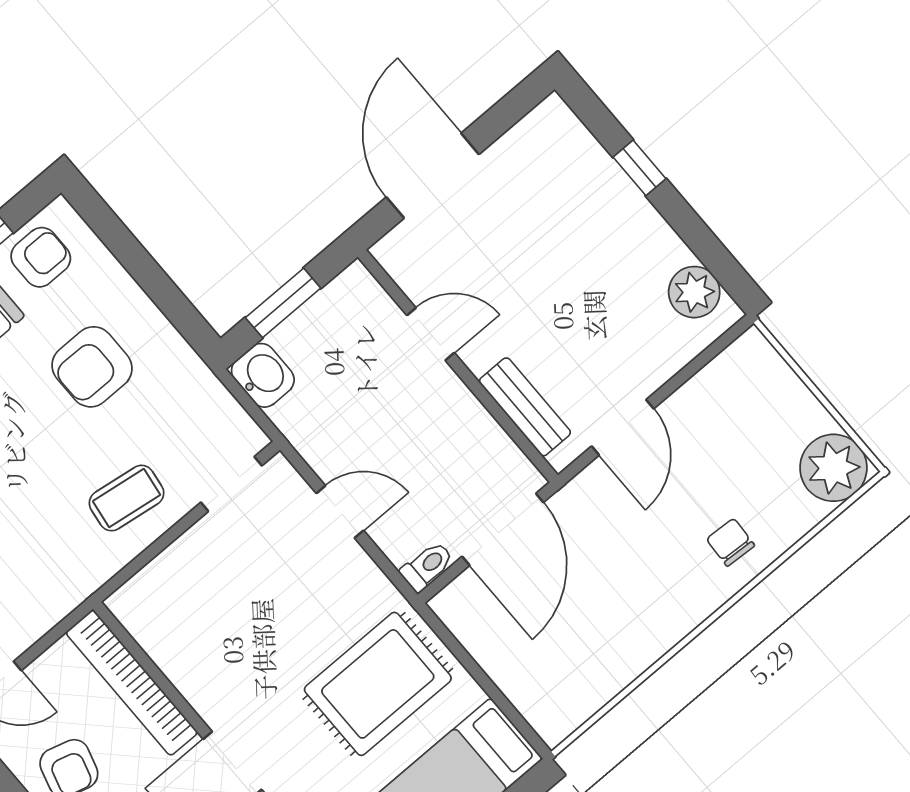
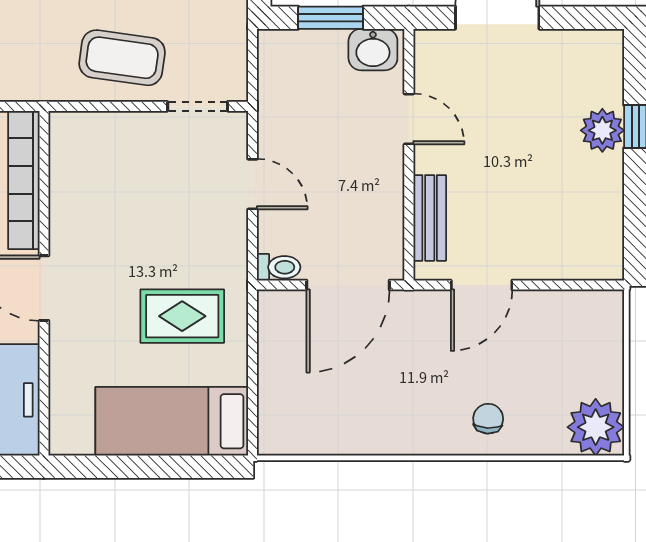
plant: (694, 292) -> (602, 130), moved
washbasin: (263, 375) -> (373, 50), moved, turned 90
coffee table: (127, 498) -> (122, 58), width x1.36, depth x1.30
rug: (378, 684) -> (182, 316), width x0.73, depth x0.70

